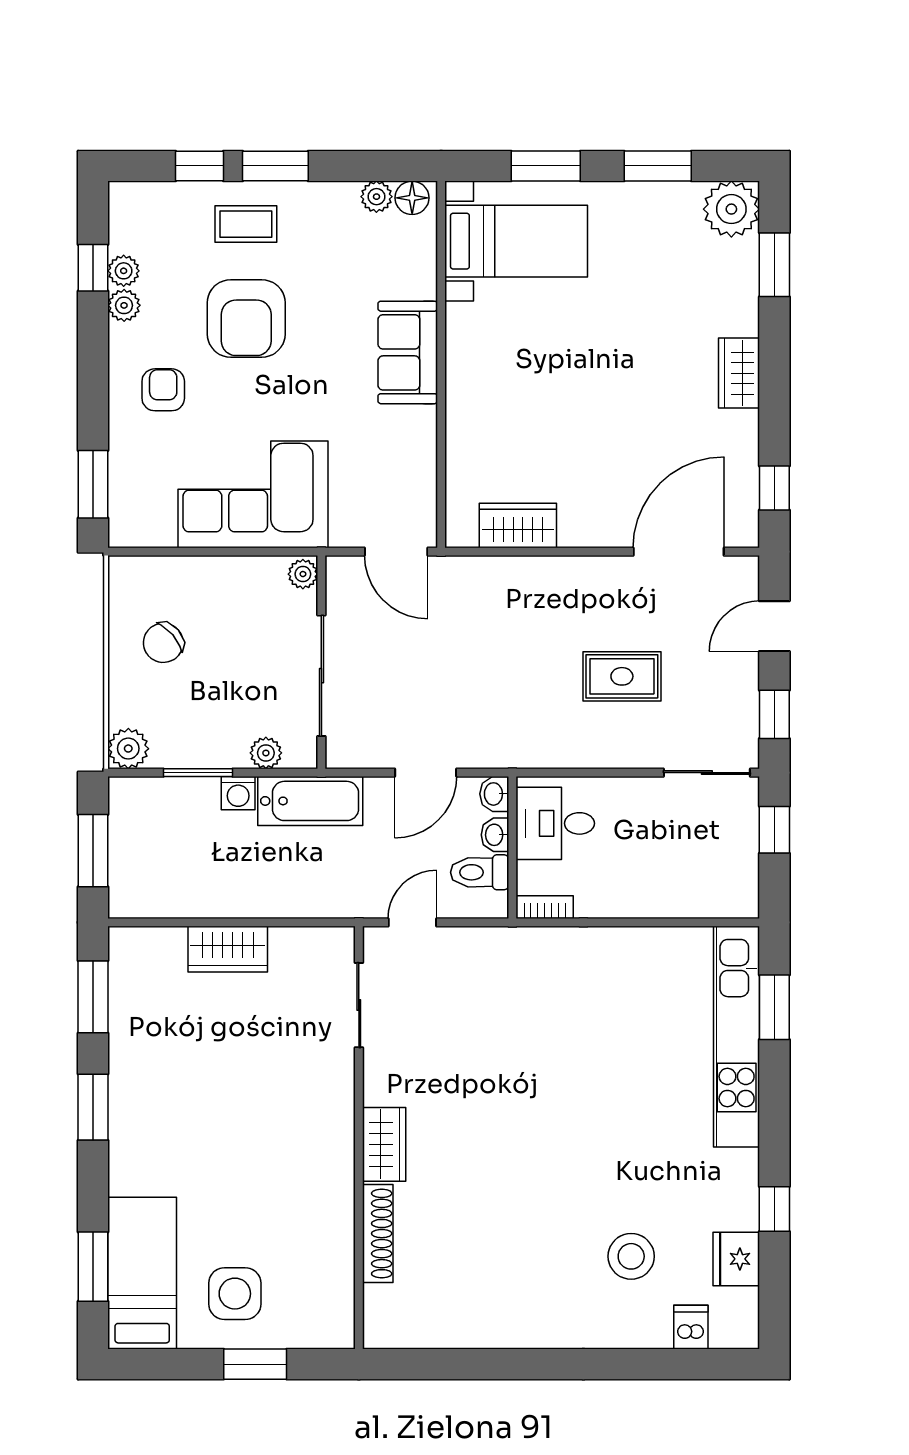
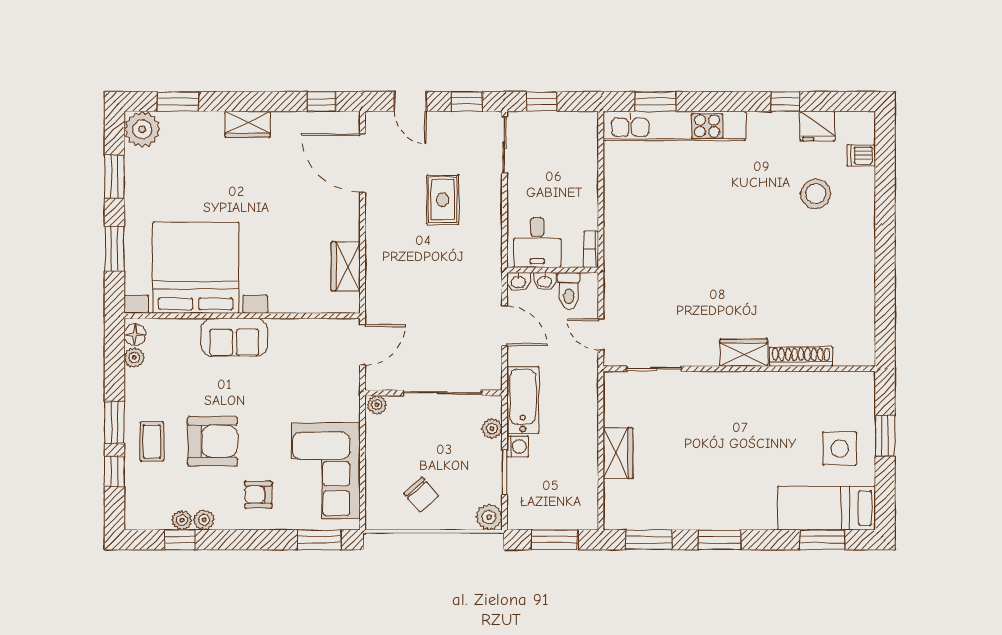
bed with nightstands: (516, 241) -> (196, 268), width x1.85
corner sofa: (253, 494) -> (326, 471), moved

